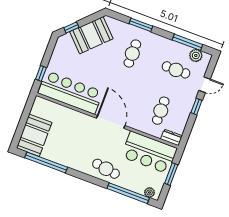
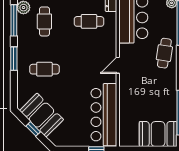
window: (141, 25) -> (14, 59), moved
window: (71, 27) -> (33, 129), moved
door: (111, 122) -> (118, 65), width x0.53

